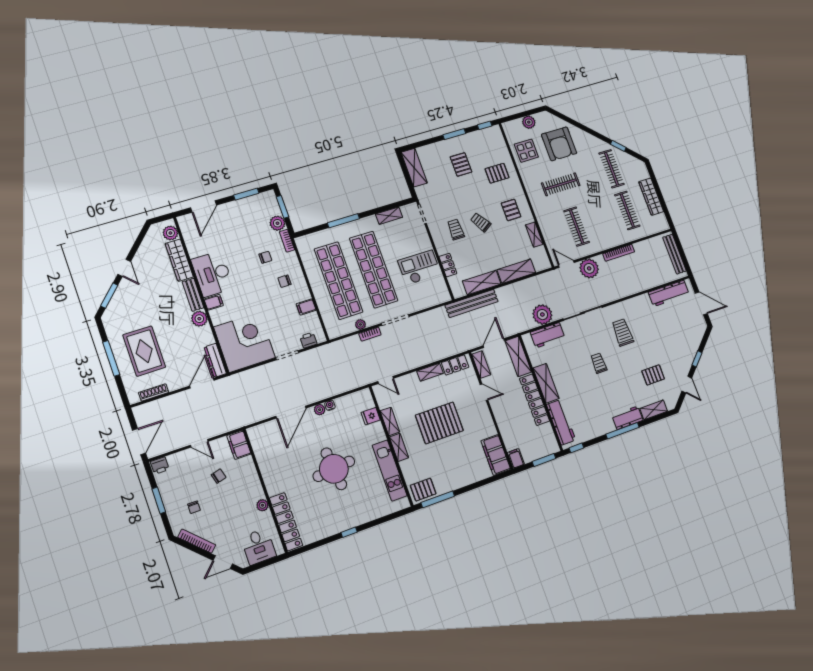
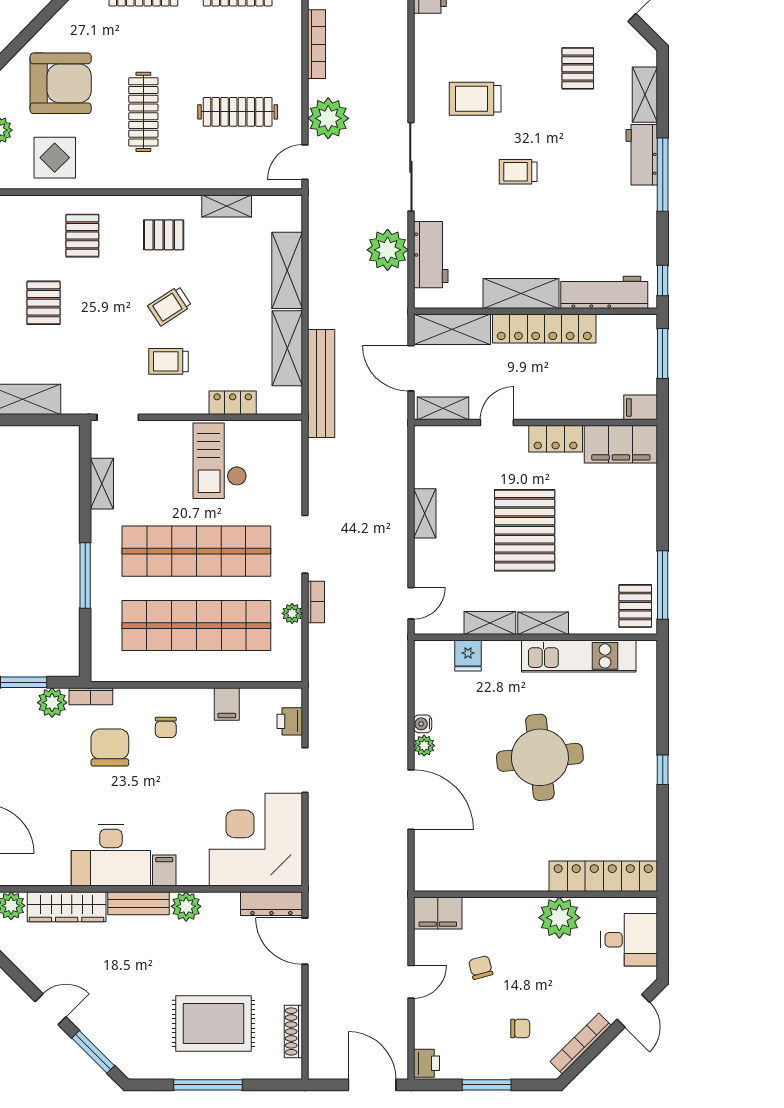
pallet: (461, 164) -> (44, 303), turned 90
chair: (265, 257) -> (110, 747), width x1.87, depth x1.87
locker: (455, 365) -> (556, 439), moved, turned 90
plant: (262, 505) -> (559, 918), width x1.87, depth x1.87

